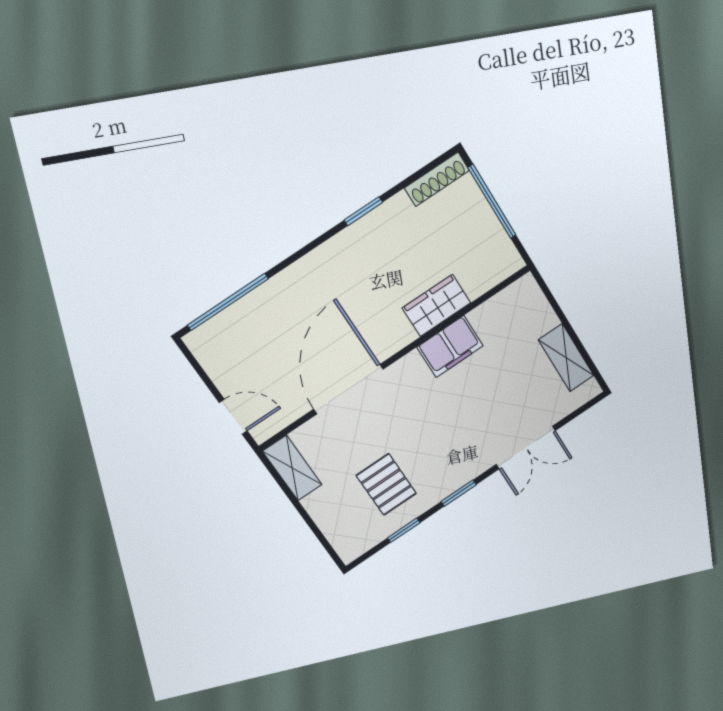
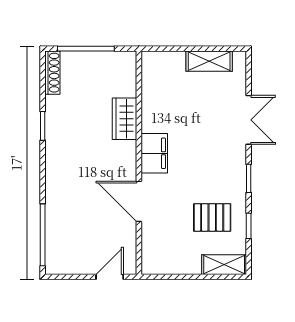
filing cabinet: (450, 346) -> (154, 153), moved
door: (348, 389) -> (139, 201), width x0.73
shelving: (292, 468) -> (224, 265), moved

